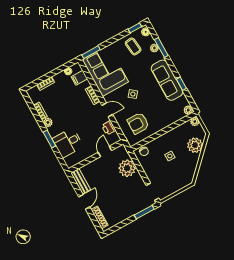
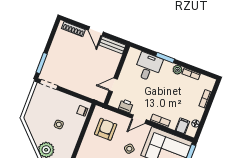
door: (105, 151) -> (113, 85), swing flipped
plant: (127, 168) -> (84, 86), removed

